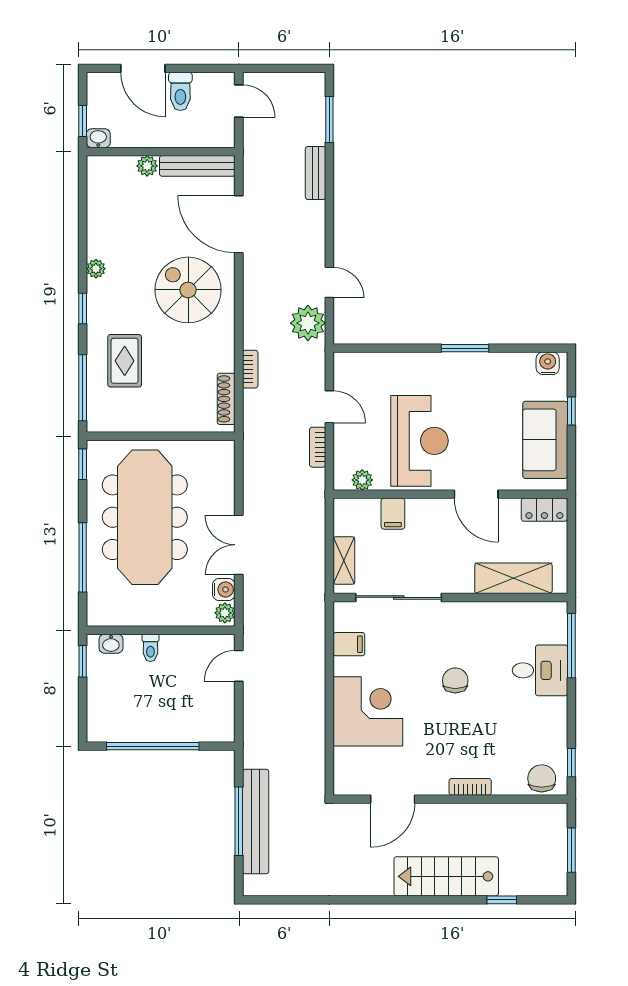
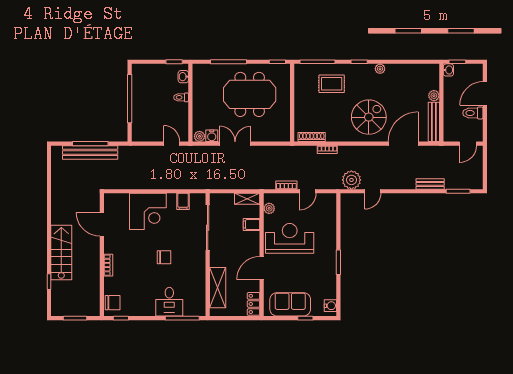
reception desk: (419, 441) -> (290, 238), turned 180
meeting table: (145, 517) -> (250, 94), width x0.73
shelving: (344, 560) -> (247, 199), moved

